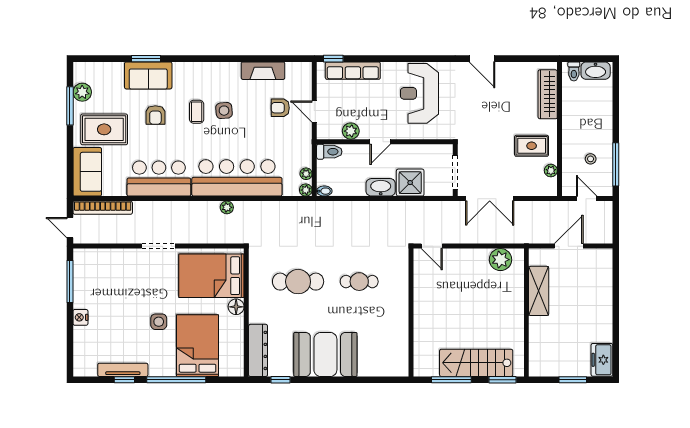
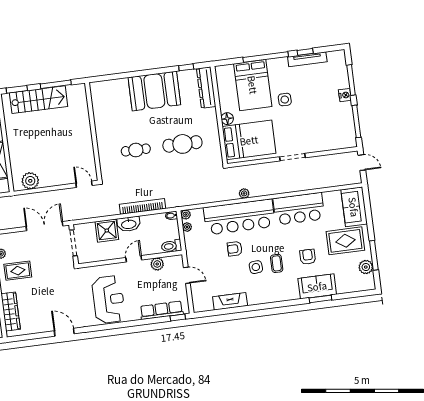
armchair: (280, 108) -> (235, 249), moved, turned 180
bookcase: (103, 208) -> (143, 206), moved
window: (70, 336) -> (351, 80), added

